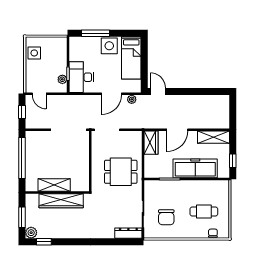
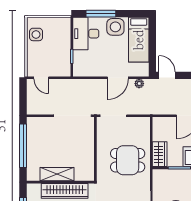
desk: (81, 77) -> (86, 34), moved
plant: (62, 79) -> (66, 62), removed
window: (22, 112) -> (23, 97), removed
wardrobe: (151, 143) -> (160, 154), moved

